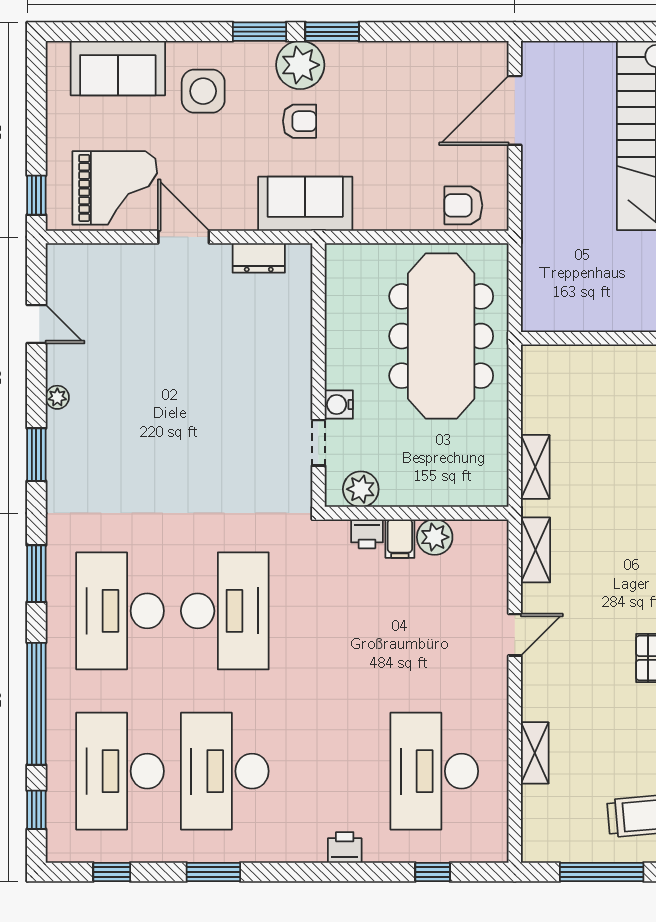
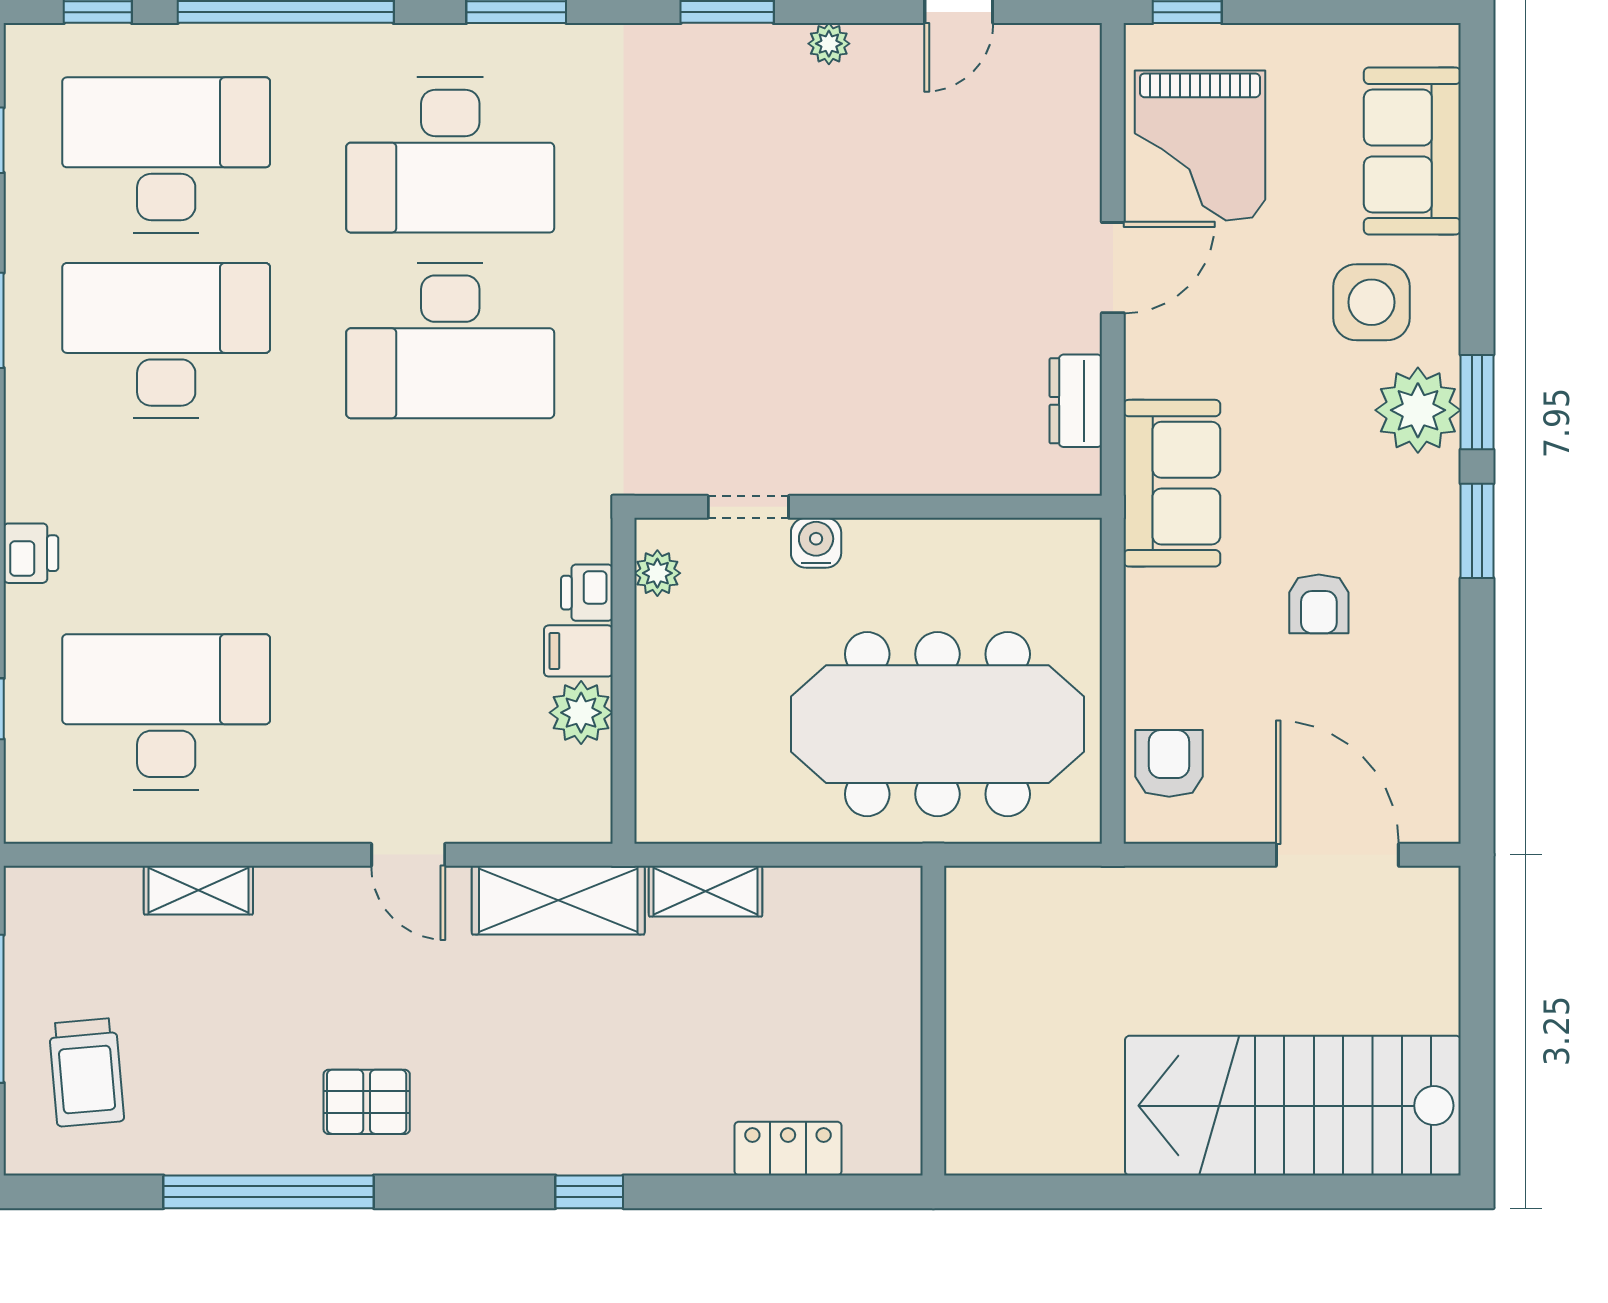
plant: (300, 65) -> (1418, 410), moved
armchair: (300, 121) -> (1319, 604), moved
plant: (361, 489) -> (657, 573), width x0.73, depth x0.73
shelving: (536, 550) -> (558, 900), width x1.50, depth x1.33
desk: (120, 611) -> (450, 155), turned 180

